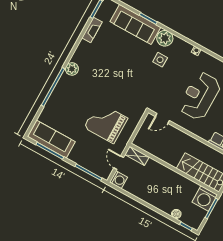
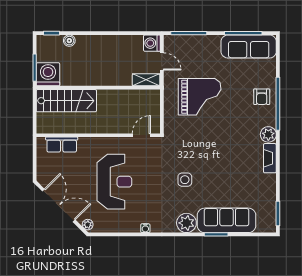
fireplace: (92, 30) -> (270, 158), moved
side table: (160, 60) -> (185, 180), moved
armchair: (62, 98) -> (262, 97), added

